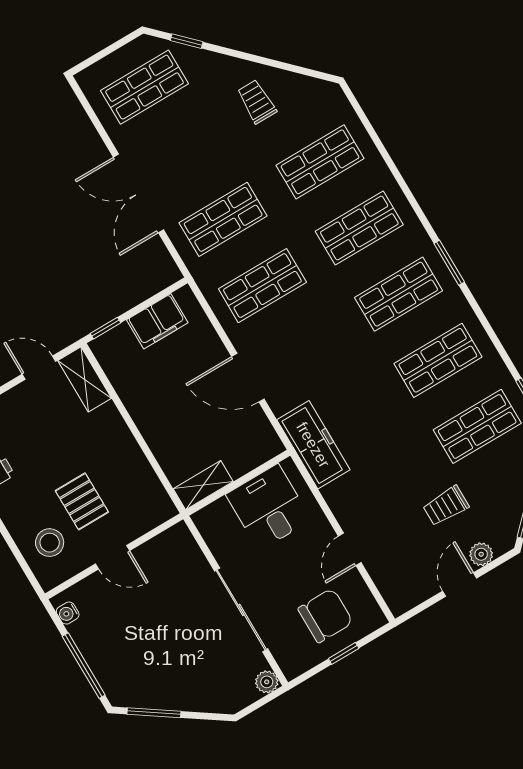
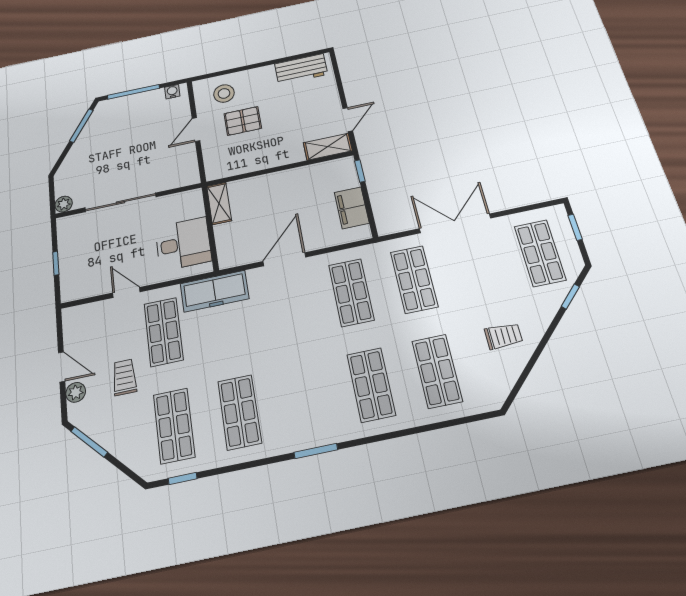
window: (100, 56) -> (575, 227), added
shop shelf: (399, 294) -> (164, 332), moved
chair: (325, 616) -> (88, 259), removed

